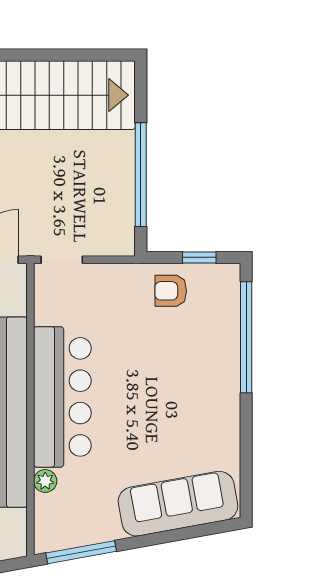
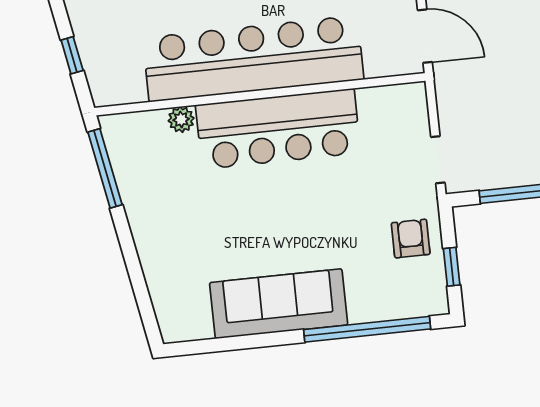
doorway: (62, 260) -> (438, 160), moved
sofa: (178, 504) -> (279, 304), moved, turned -80

